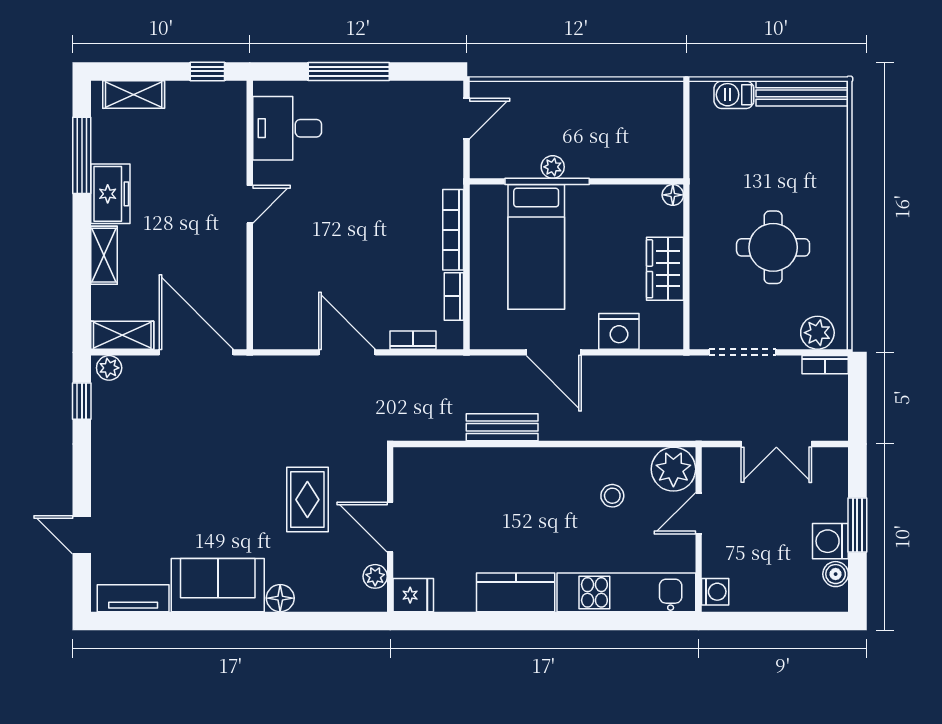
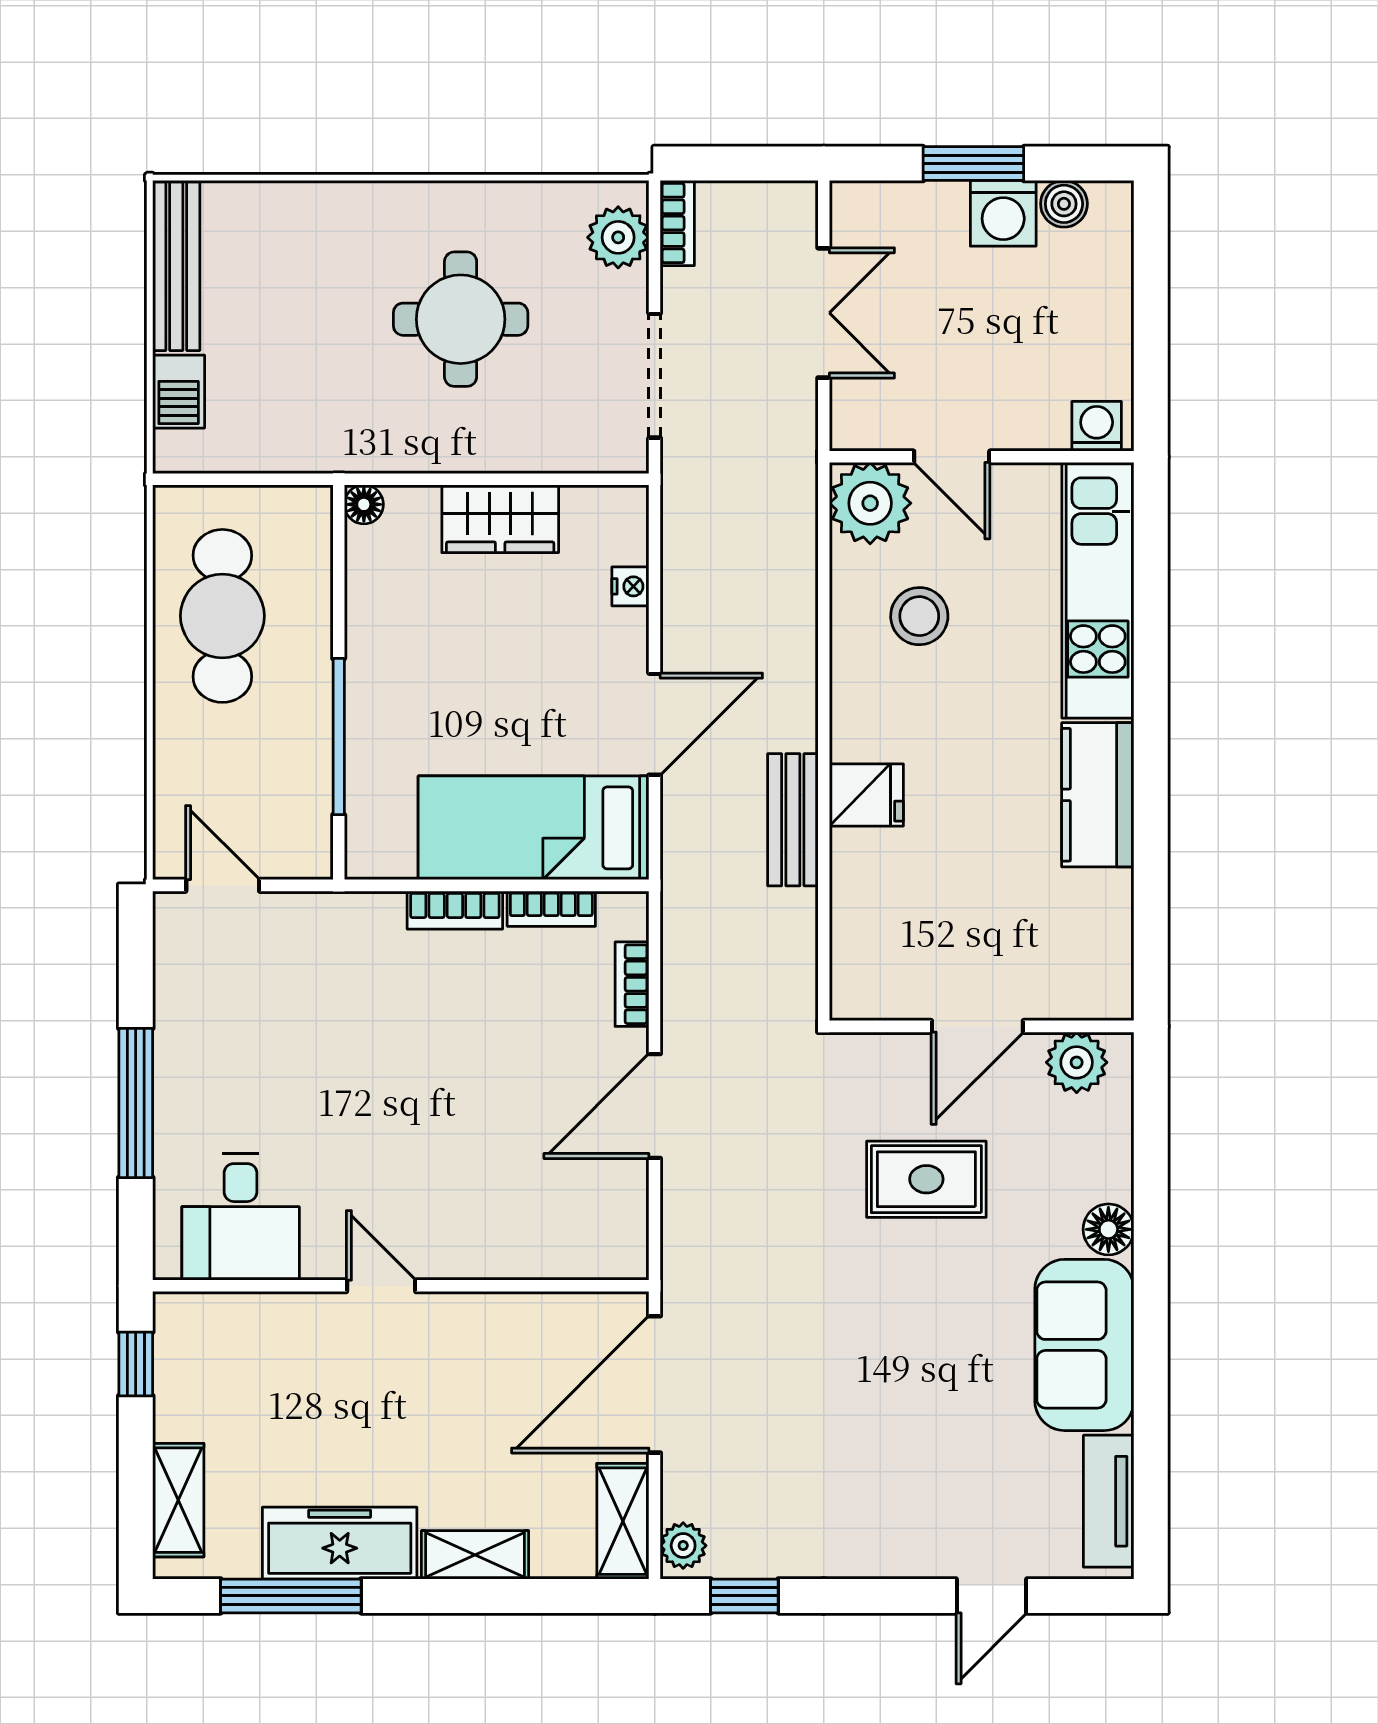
cafe table: (612, 118) -> (222, 616), added
plant: (553, 167) -> (312, 726), removed
freezer: (110, 194) -> (340, 1543), width x1.40
bookcase: (453, 230) -> (455, 910), width x0.64
bed: (536, 247) -> (534, 828), moved, turned 180
nightstand: (619, 331) -> (630, 586), width x0.53, depth x0.56
stool: (612, 496) -> (919, 616), width x1.37, depth x1.37
plant: (375, 576) -> (1077, 1062), width x1.38, depth x1.38
fridge: (413, 595) -> (866, 795), moved, turned 90

